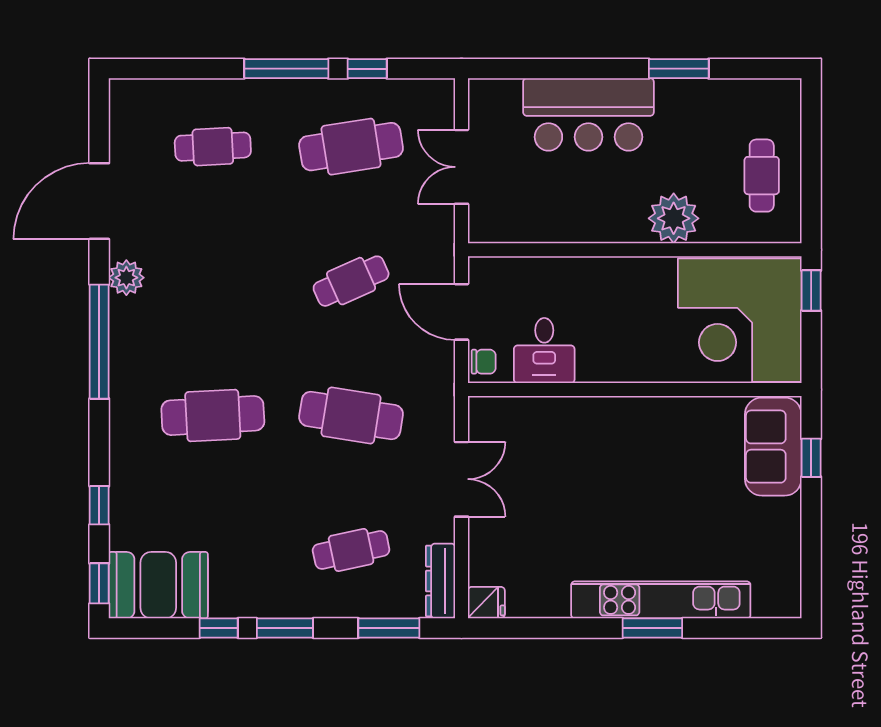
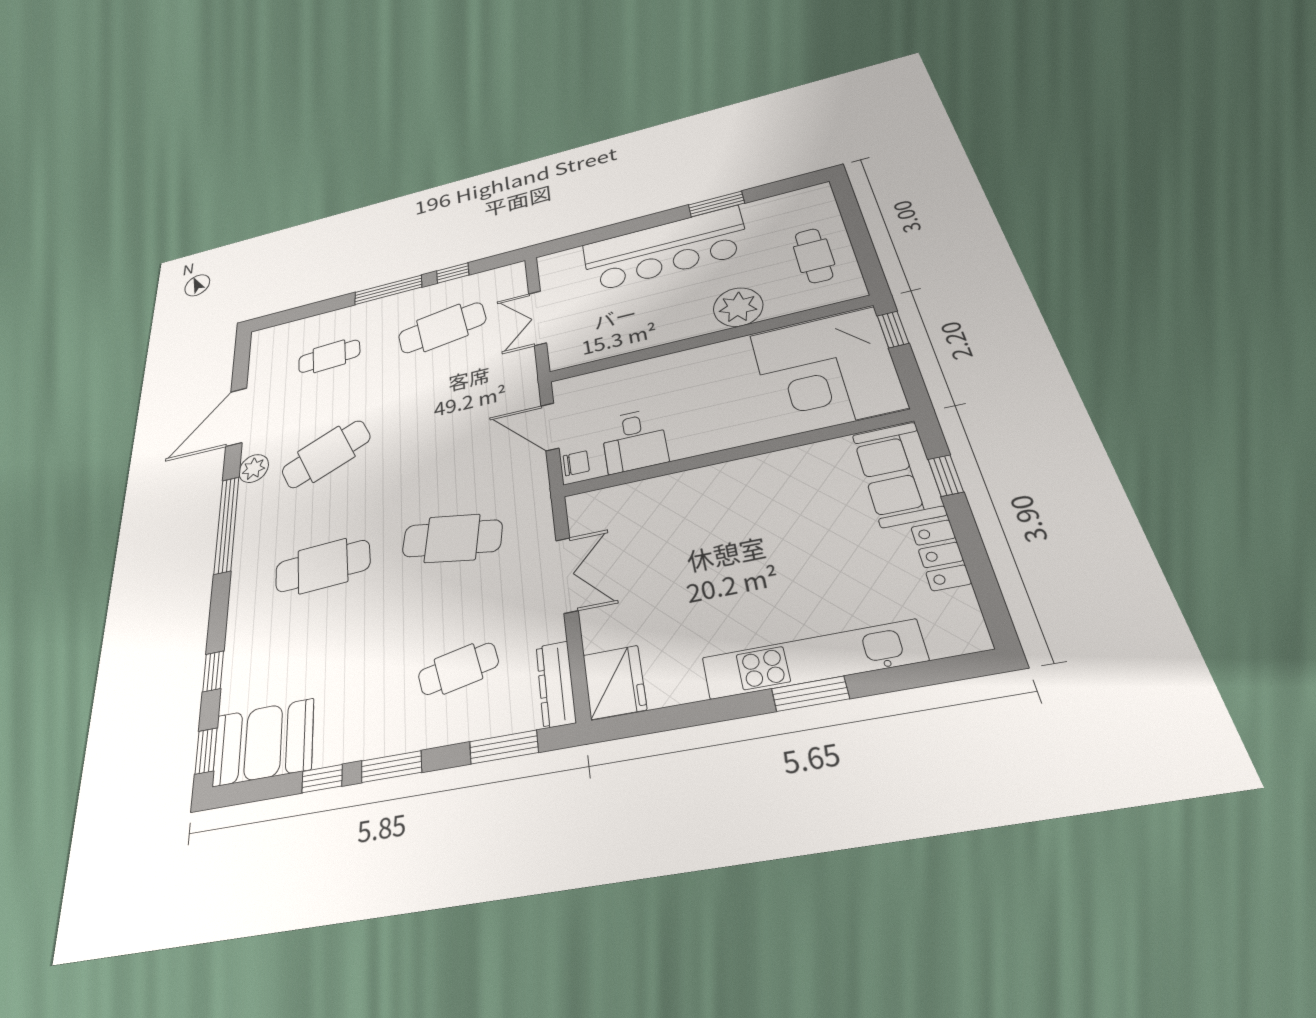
bar counter: (588, 114) -> (664, 249), width x1.36
cafe table: (351, 281) -> (326, 454), moved, width x1.37, depth x1.35
locker: (785, 530) -> (941, 555), added
fridge: (486, 602) -> (614, 682), width x1.88, depth x1.34

